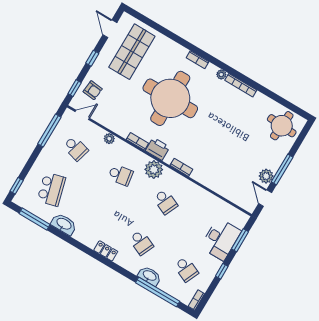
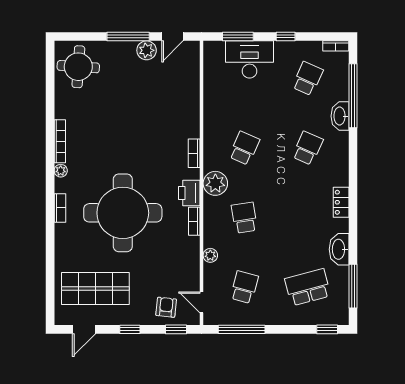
locker: (106, 251) -> (341, 202), moved

